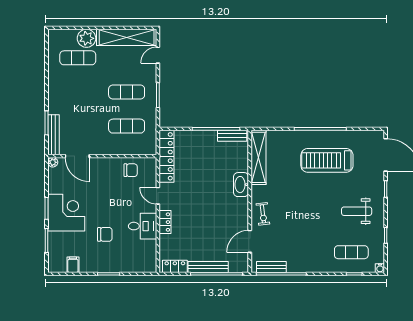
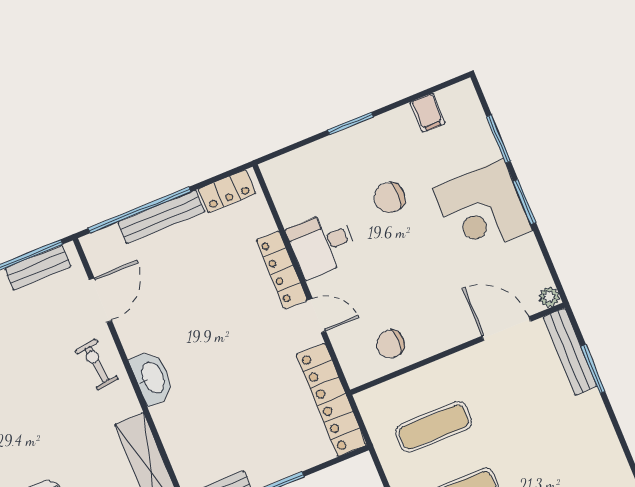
washbasin: (241, 185) -> (152, 378), moved
locker: (165, 222) -> (282, 270), width x1.53

